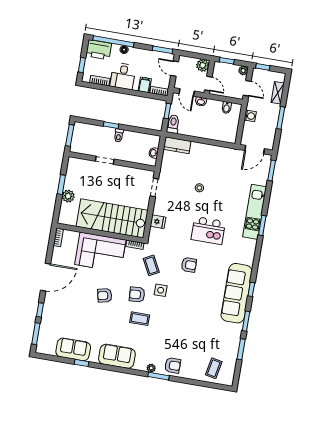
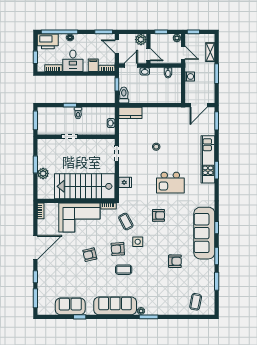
door: (187, 92) -> (131, 65), swing flipped
sofa: (117, 356) -> (115, 306), width x1.36
armchair: (173, 365) -> (175, 261), moved

